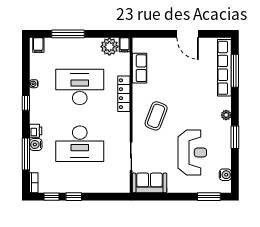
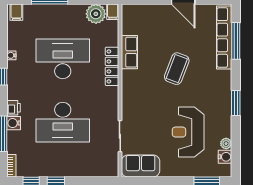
row of seats: (139, 68) -> (129, 52), moved
plant: (226, 115) -> (226, 144), moved
coffee table: (156, 116) -> (177, 69), moved
window: (235, 137) -> (236, 103), moved
reception desk: (192, 153) -> (188, 132), turned 180

